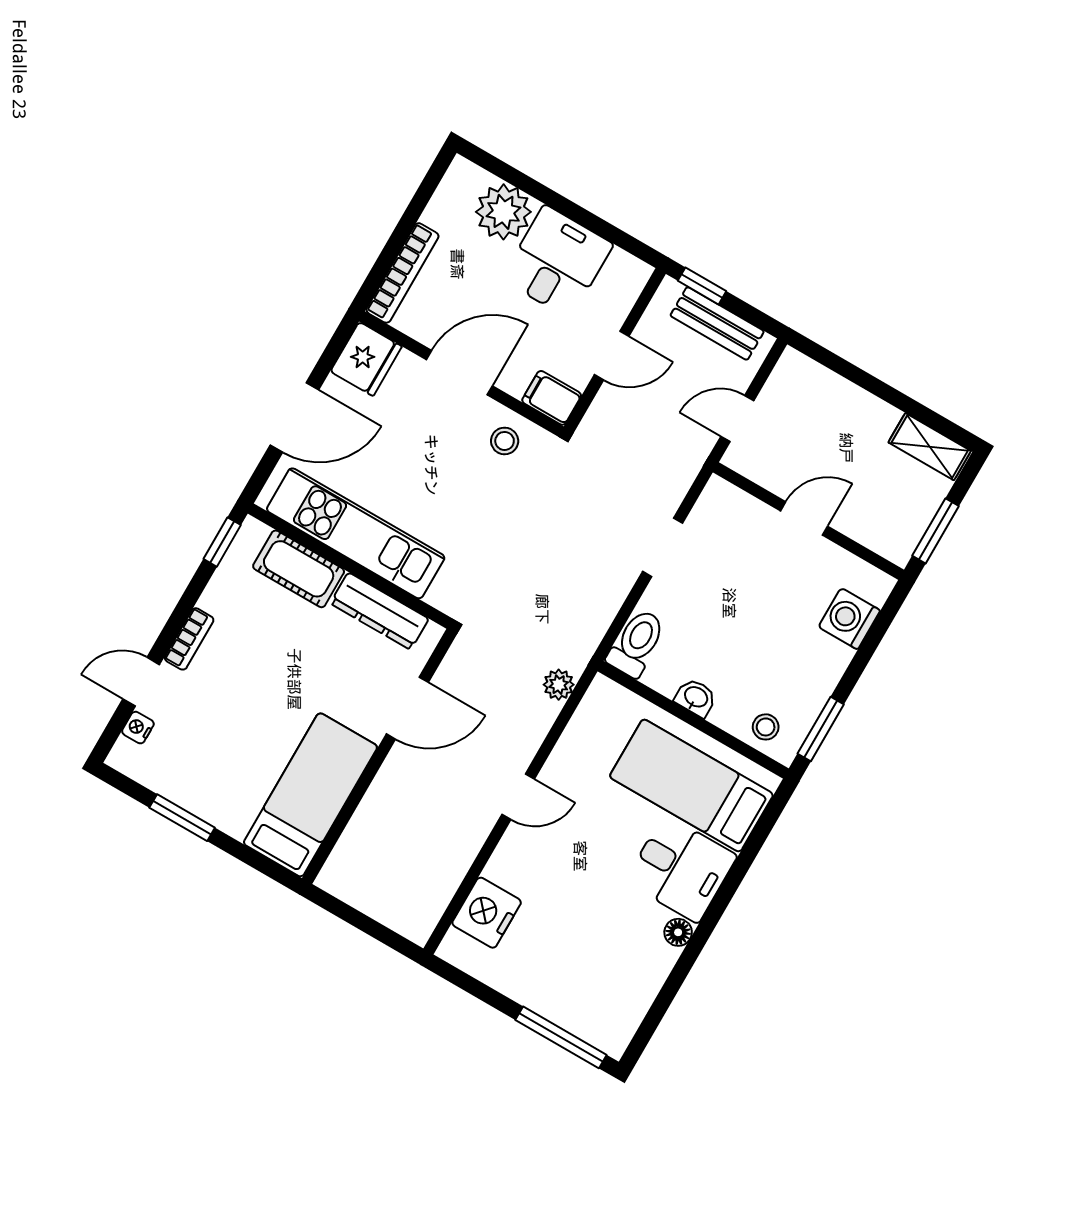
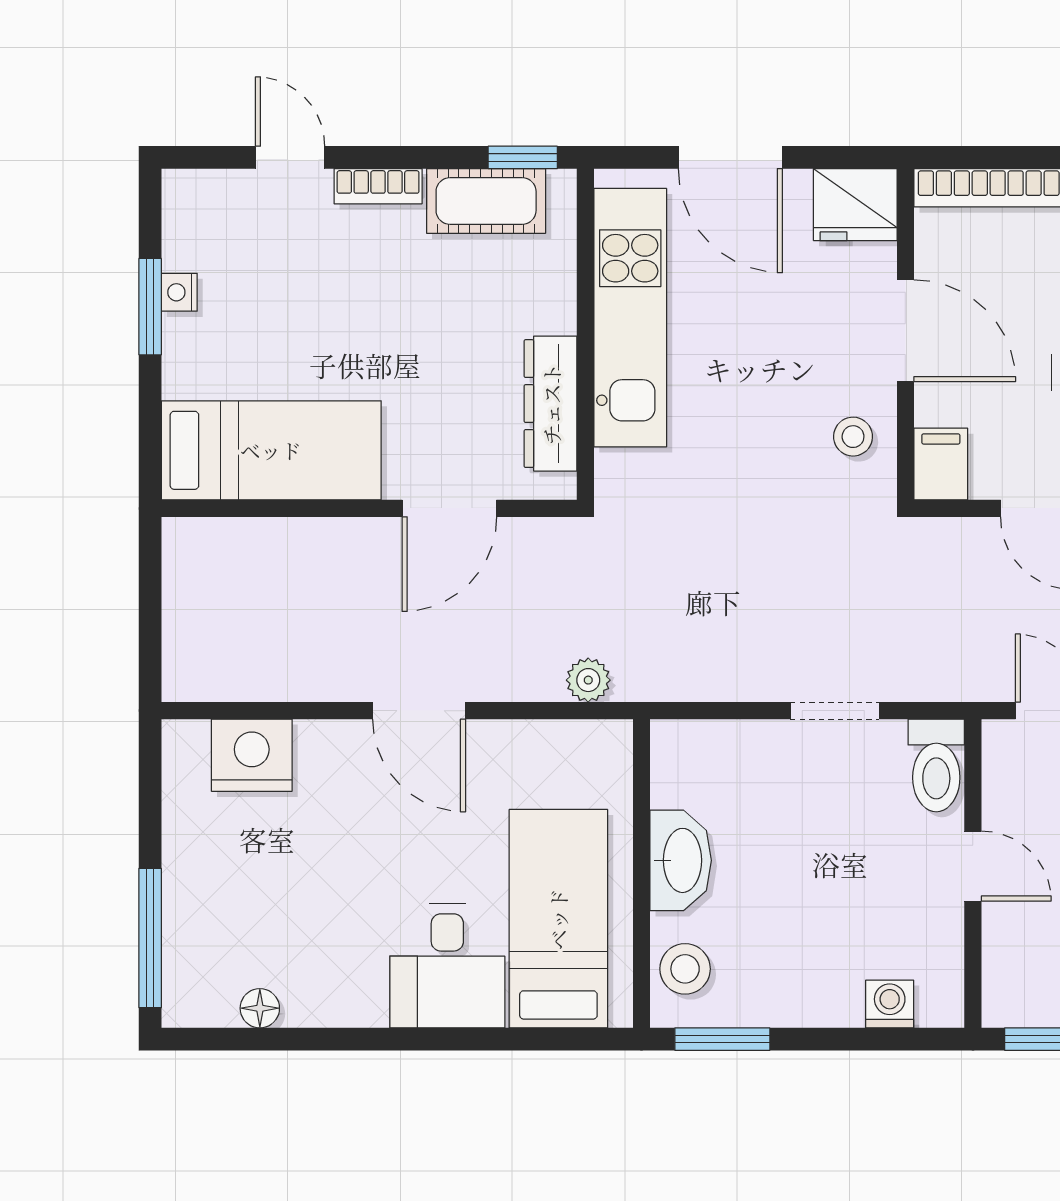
cot: (299, 569) -> (486, 201), moved, turned 90
washing machine: (849, 619) -> (890, 1004), width x0.73, depth x0.73
toilet: (636, 643) -> (936, 765), moved, turned 90
washbasin: (696, 698) -> (681, 860), width x1.91, depth x1.45
door: (407, 708) -> (449, 508), hinge flipped
stool: (766, 727) -> (685, 969), width x1.37, depth x1.37
nightstand: (138, 728) -> (179, 292), moved, turned -90
door: (518, 797) -> (419, 711), width x1.38
floor lamp: (678, 932) -> (260, 1008), moved

